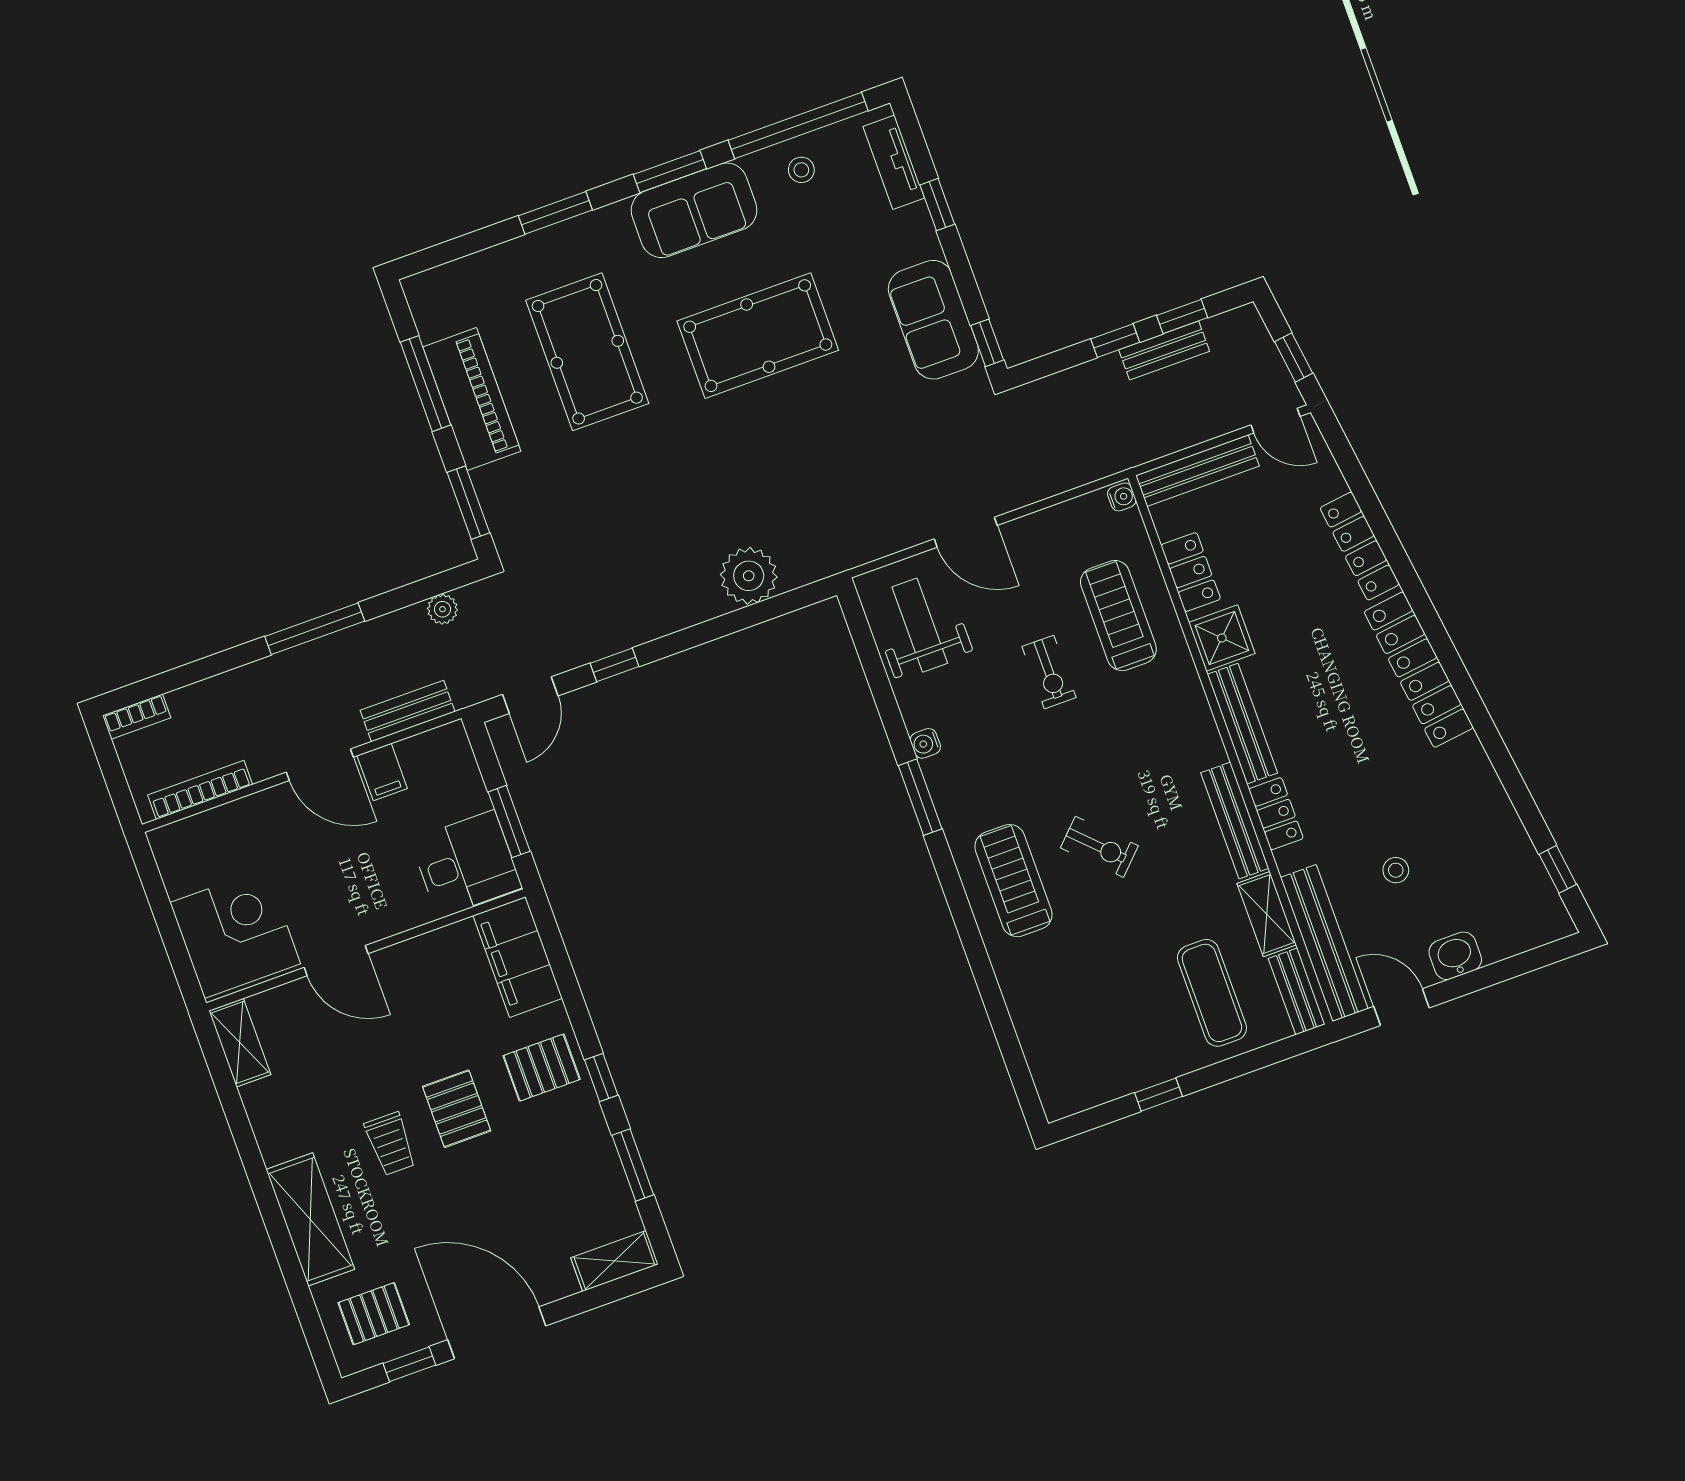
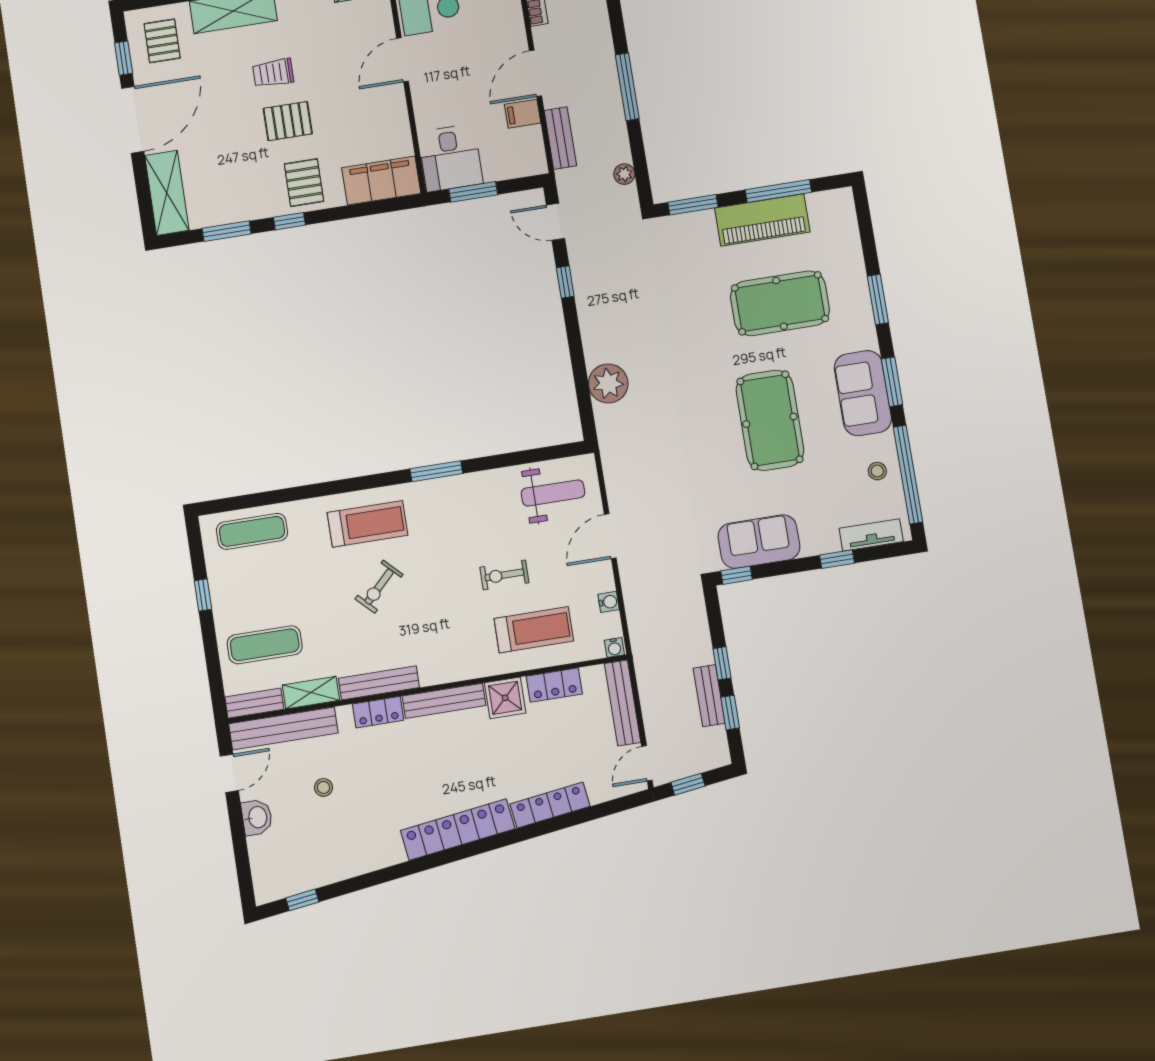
water cooler: (925, 743) -> (609, 602), moved, turned 90
exercise mat: (1055, 1043) -> (252, 531), added
shelving: (614, 1261) -> (167, 193), width x1.50, depth x1.33

